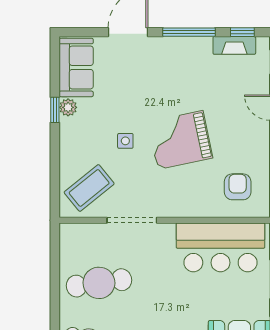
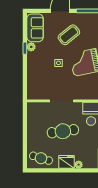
coffee table: (89, 188) -> (69, 35), moved
cafe table: (99, 283) -> (63, 131), moved

